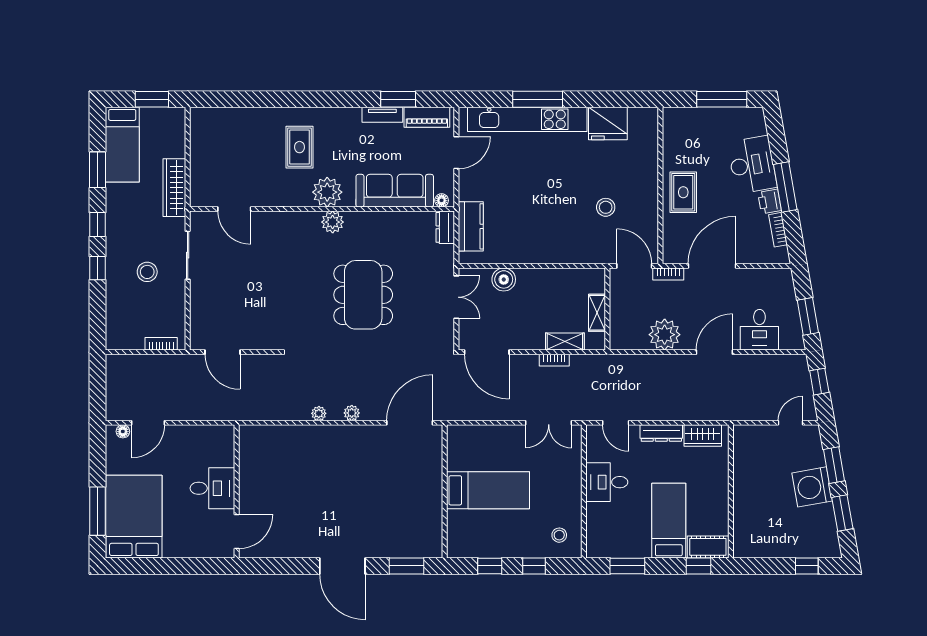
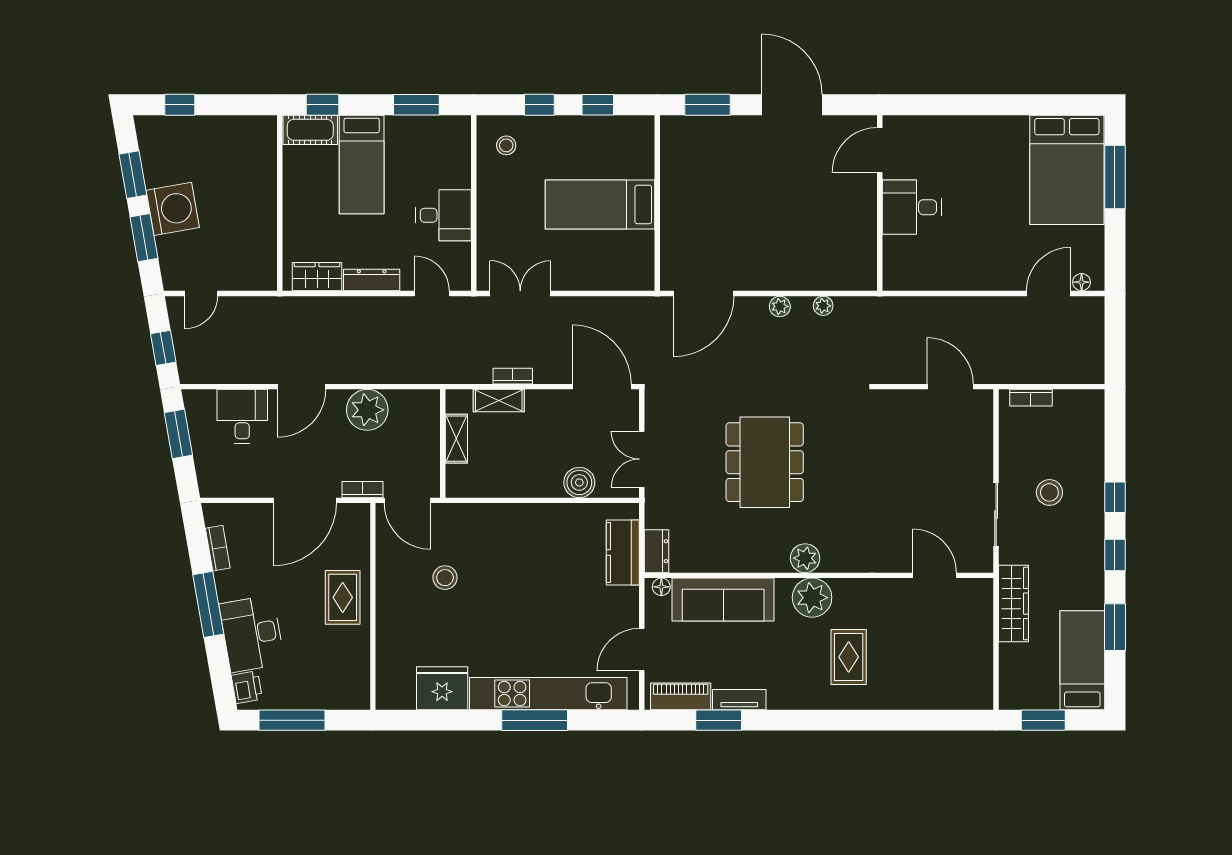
printer: (770, 202) -> (247, 687), moved
desk: (212, 488) -> (912, 207), moved
wall: (237, 491) -> (880, 203), moved
door: (237, 532) -> (880, 150), moved

